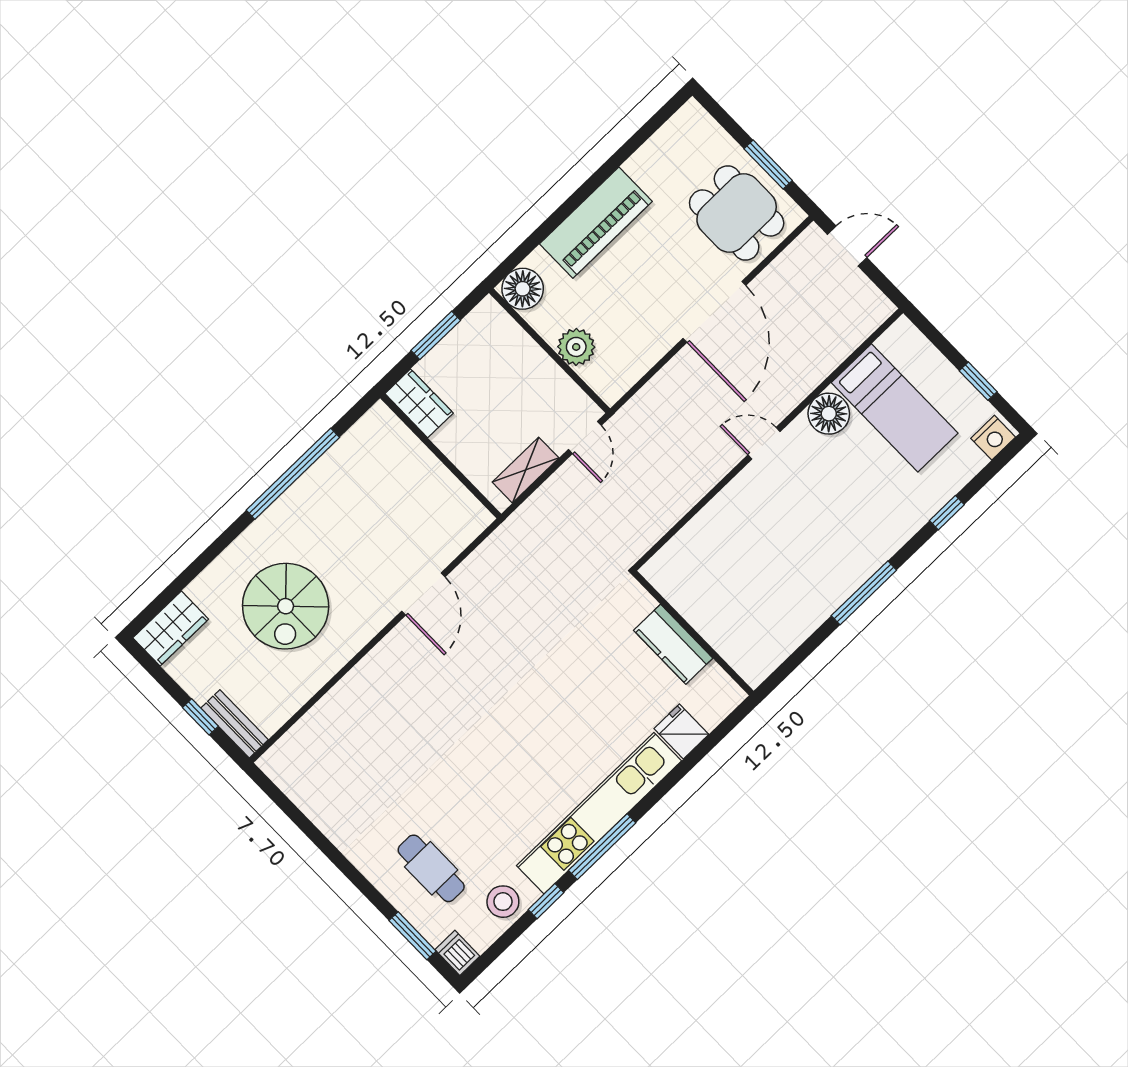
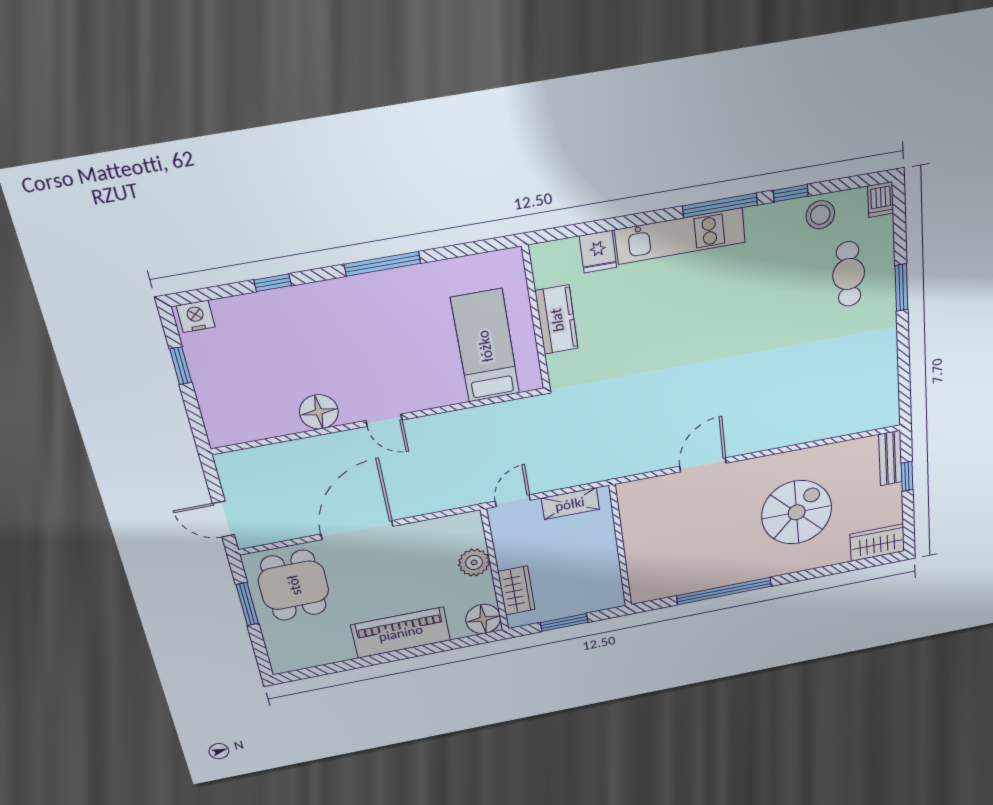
wardrobe: (419, 403) -> (516, 591), moved, turned 180
bed: (895, 408) -> (485, 346), moved
kitchen unit: (599, 813) -> (680, 236), width x0.73
window: (412, 936) -> (901, 287), moved

